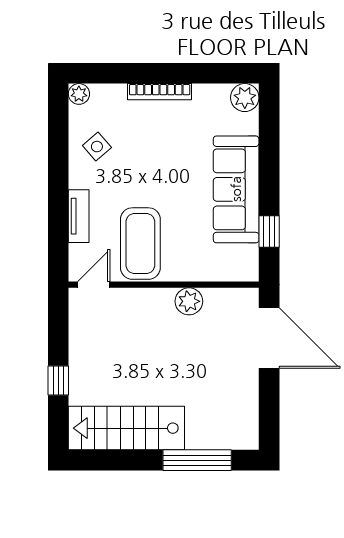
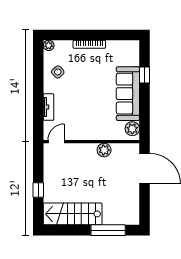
plant: (245, 98) -> (132, 129), moved
window: (269, 232) -> (145, 75), moved
coffee table: (140, 244) -> (80, 121), removed

